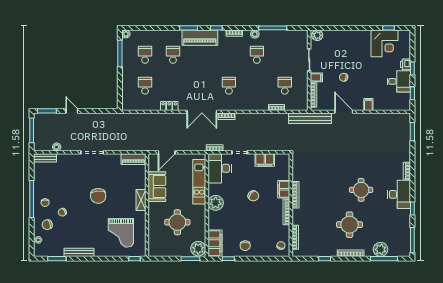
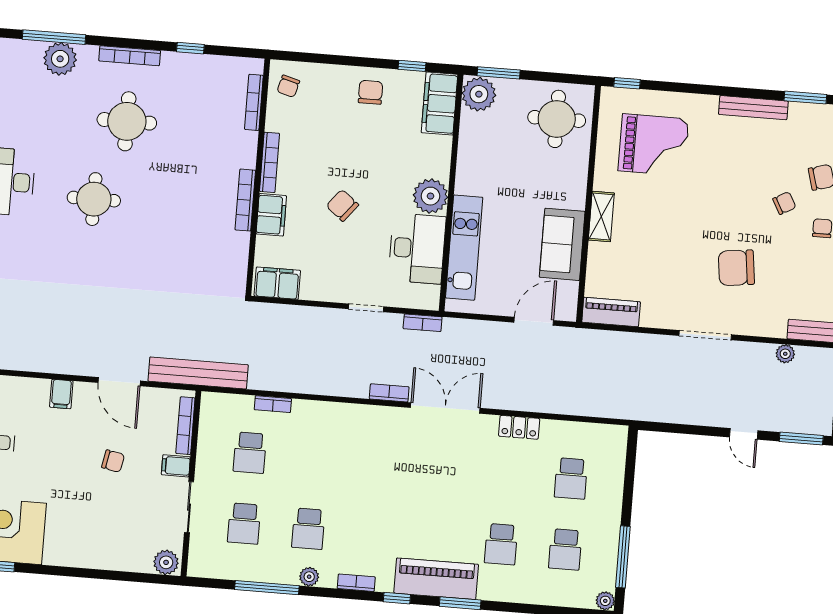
school desk: (229, 86) -> (244, 524), moved
filing cabinet: (265, 160) -> (277, 283), moved
desk: (220, 168) -> (417, 248), moved
chair: (98, 196) -> (736, 268), moved, turned -94
round table: (177, 222) -> (557, 119), moved
grand piano: (121, 233) -> (653, 145), turned 90

